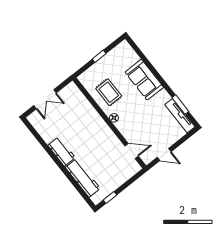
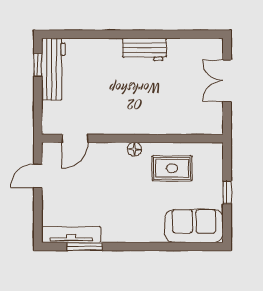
sofa: (144, 80) -> (194, 226), moved
workbench: (83, 178) -> (53, 69), moved, turned -90

